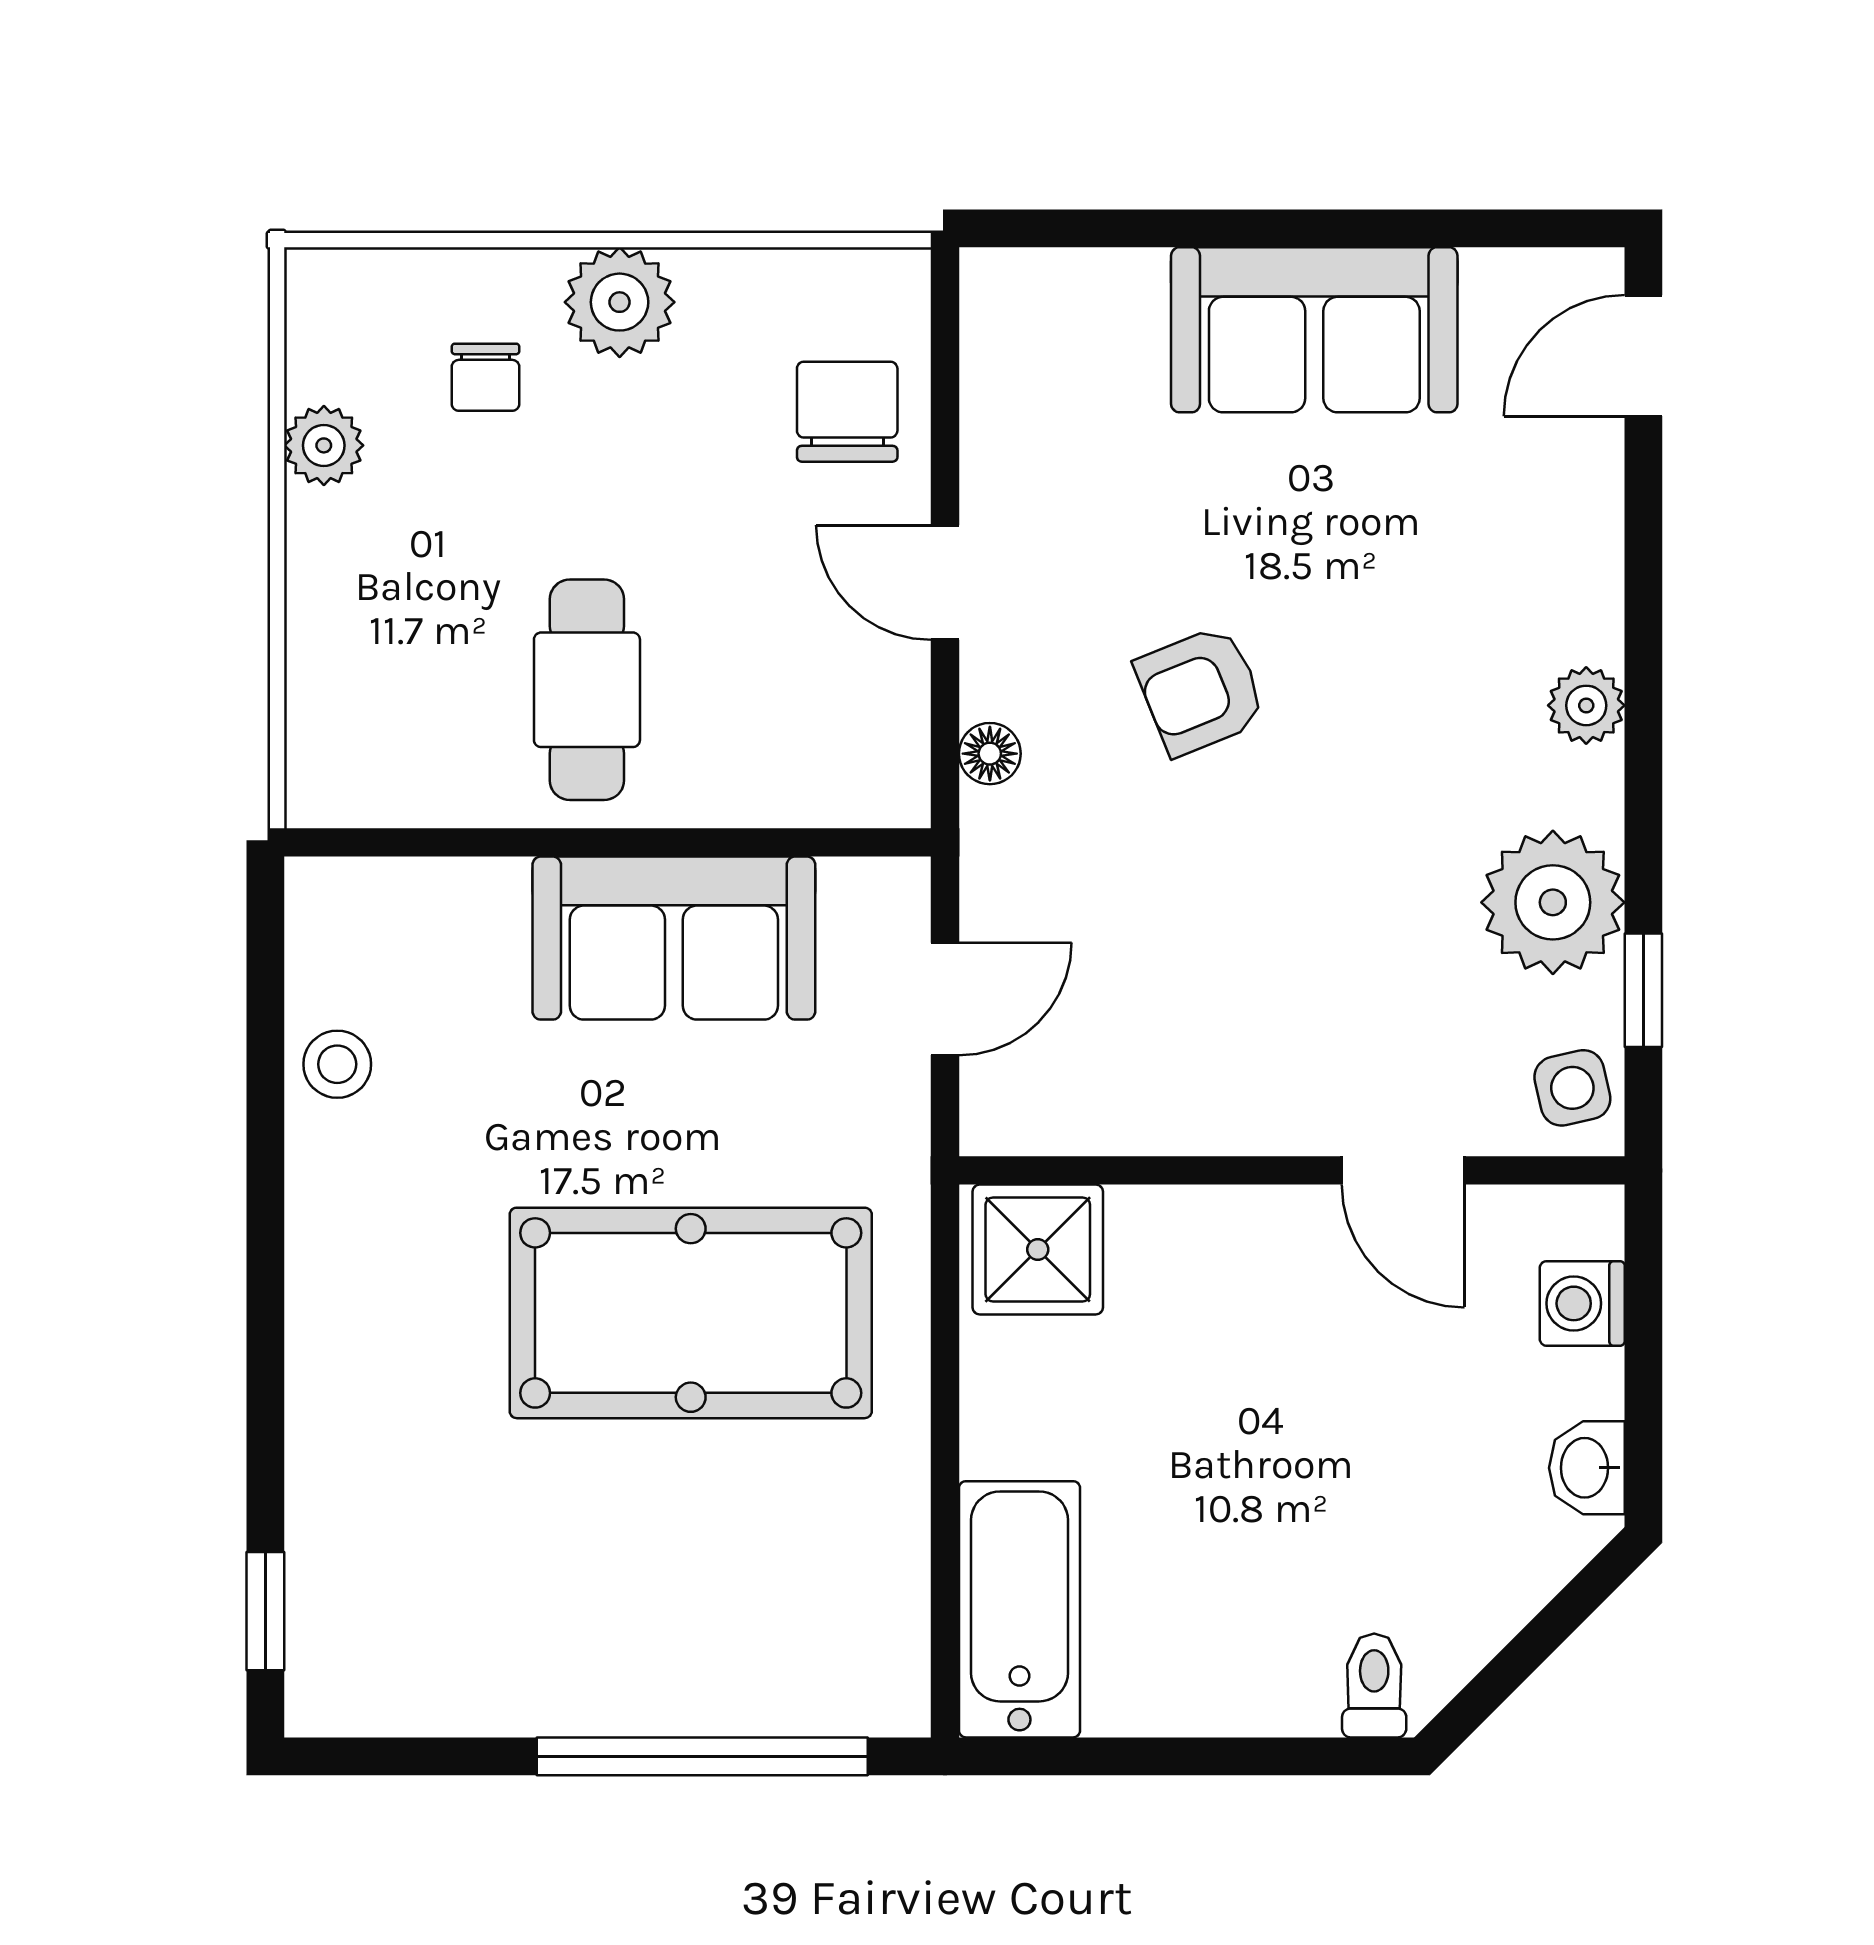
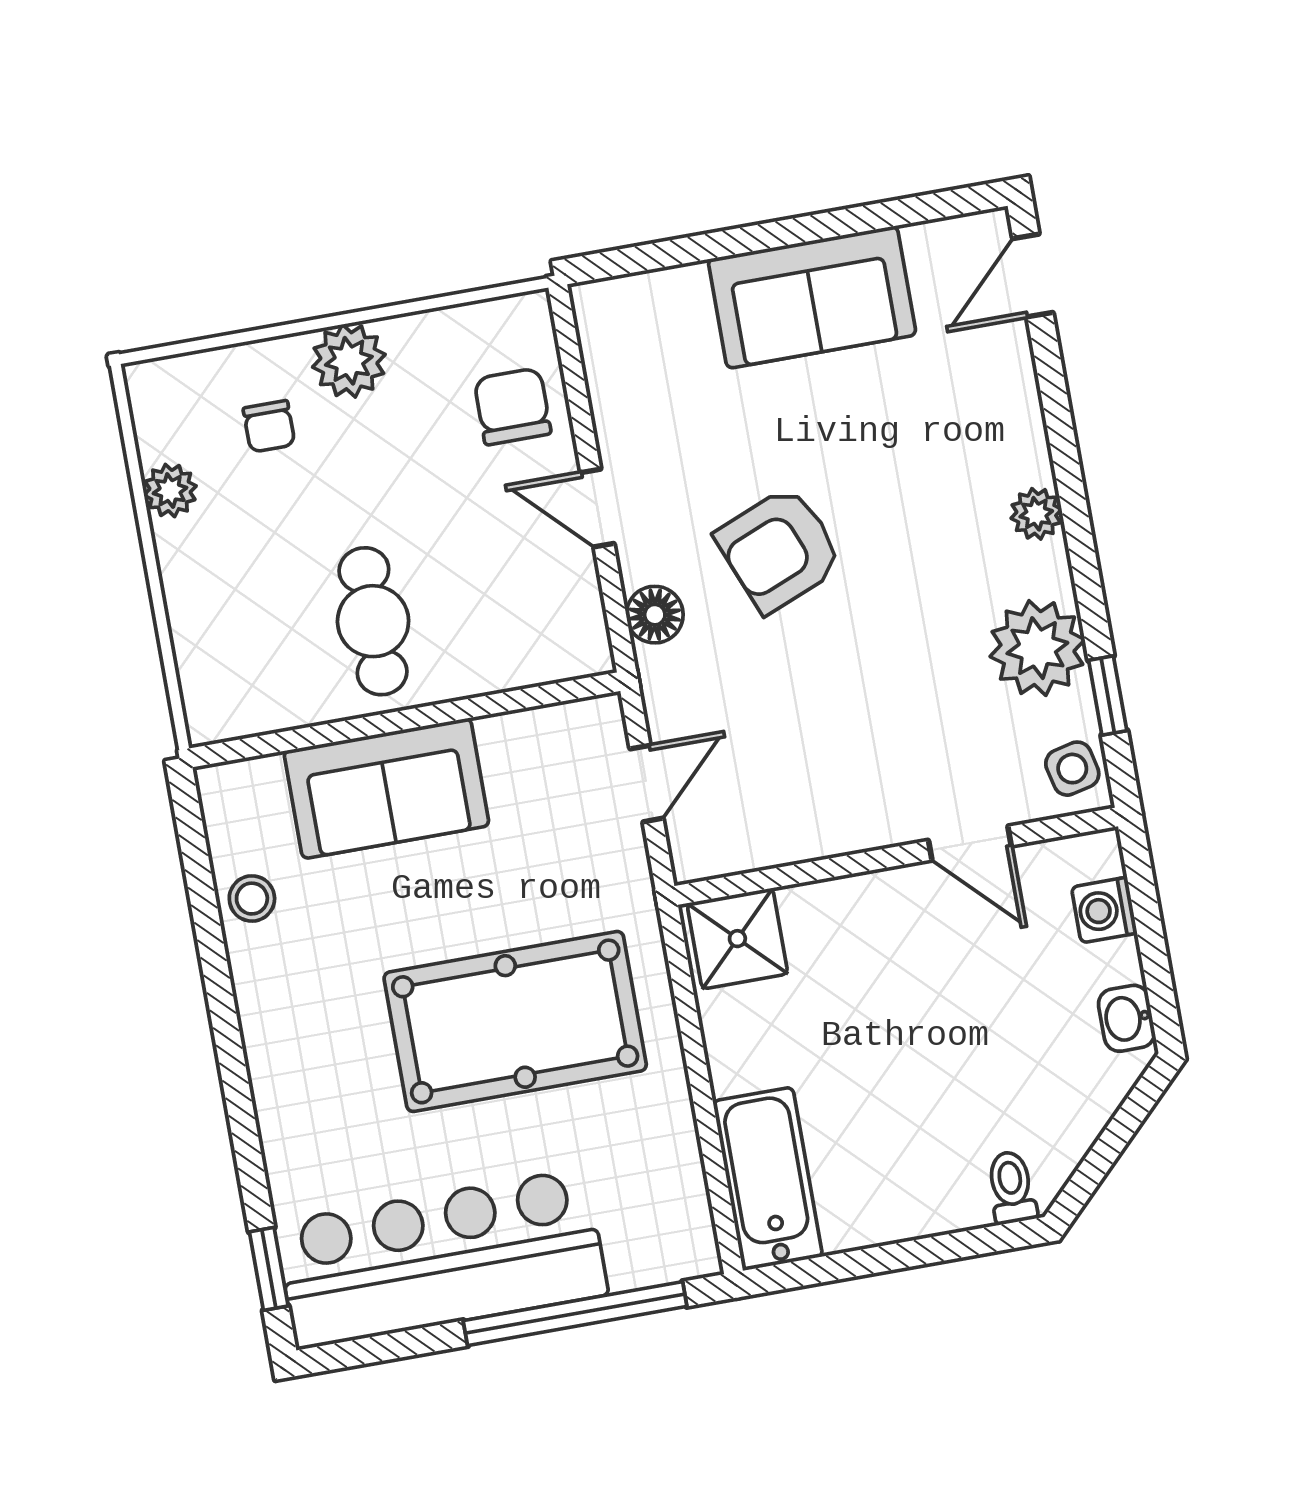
armchair: (1201, 691) -> (779, 549), width x1.38, depth x1.38
floor lamp: (990, 754) -> (655, 615), width x1.37, depth x1.37
sofa: (674, 938) -> (386, 788), moved
bar counter: (521, 1641) -> (441, 1259), added

